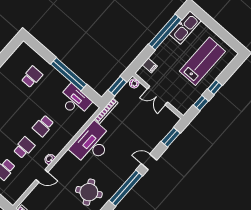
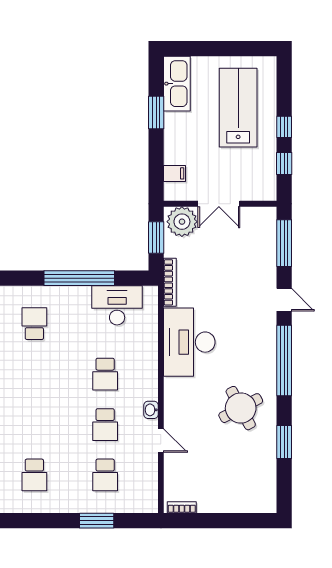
window: (165, 32) -> (156, 113), width x0.47
plant: (134, 83) -> (182, 222), width x1.87, depth x1.87
window: (171, 137) -> (284, 243), width x1.44
school desk: (24, 148) -> (105, 425), turned 180
door: (149, 162) -> (284, 300), swing flipped
door: (42, 176) -> (161, 441), hinge flipped

